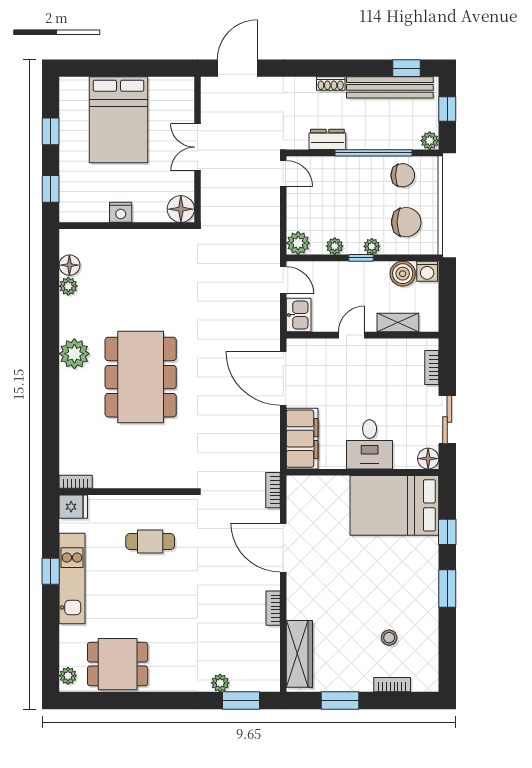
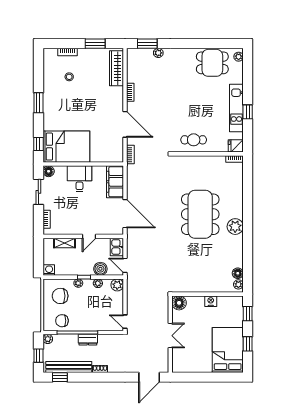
bed: (119, 120) -> (228, 350), moved
dresser: (327, 139) -> (88, 340), moved
boiler: (403, 274) -> (100, 269), moved
plant: (68, 286) -> (238, 284), moved
window: (447, 532) -> (38, 144), moved
cafe table: (150, 542) -> (194, 140), moved

